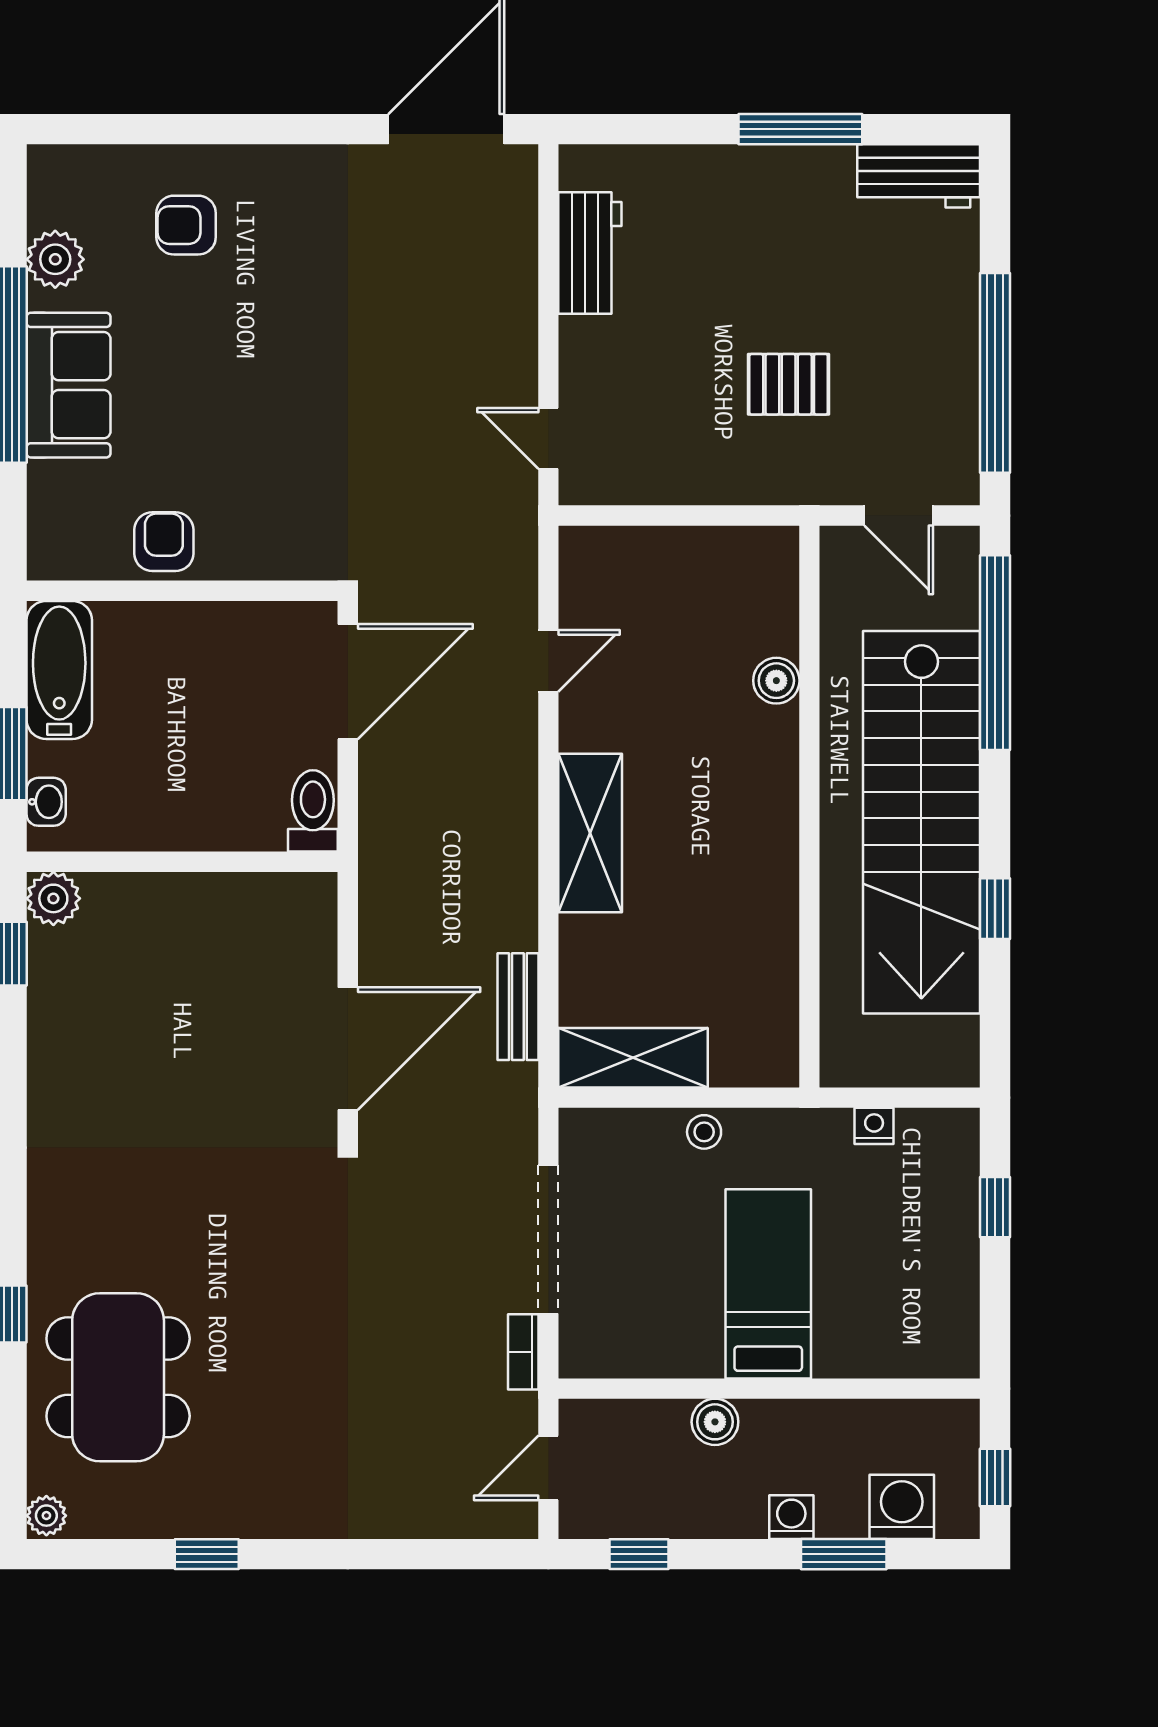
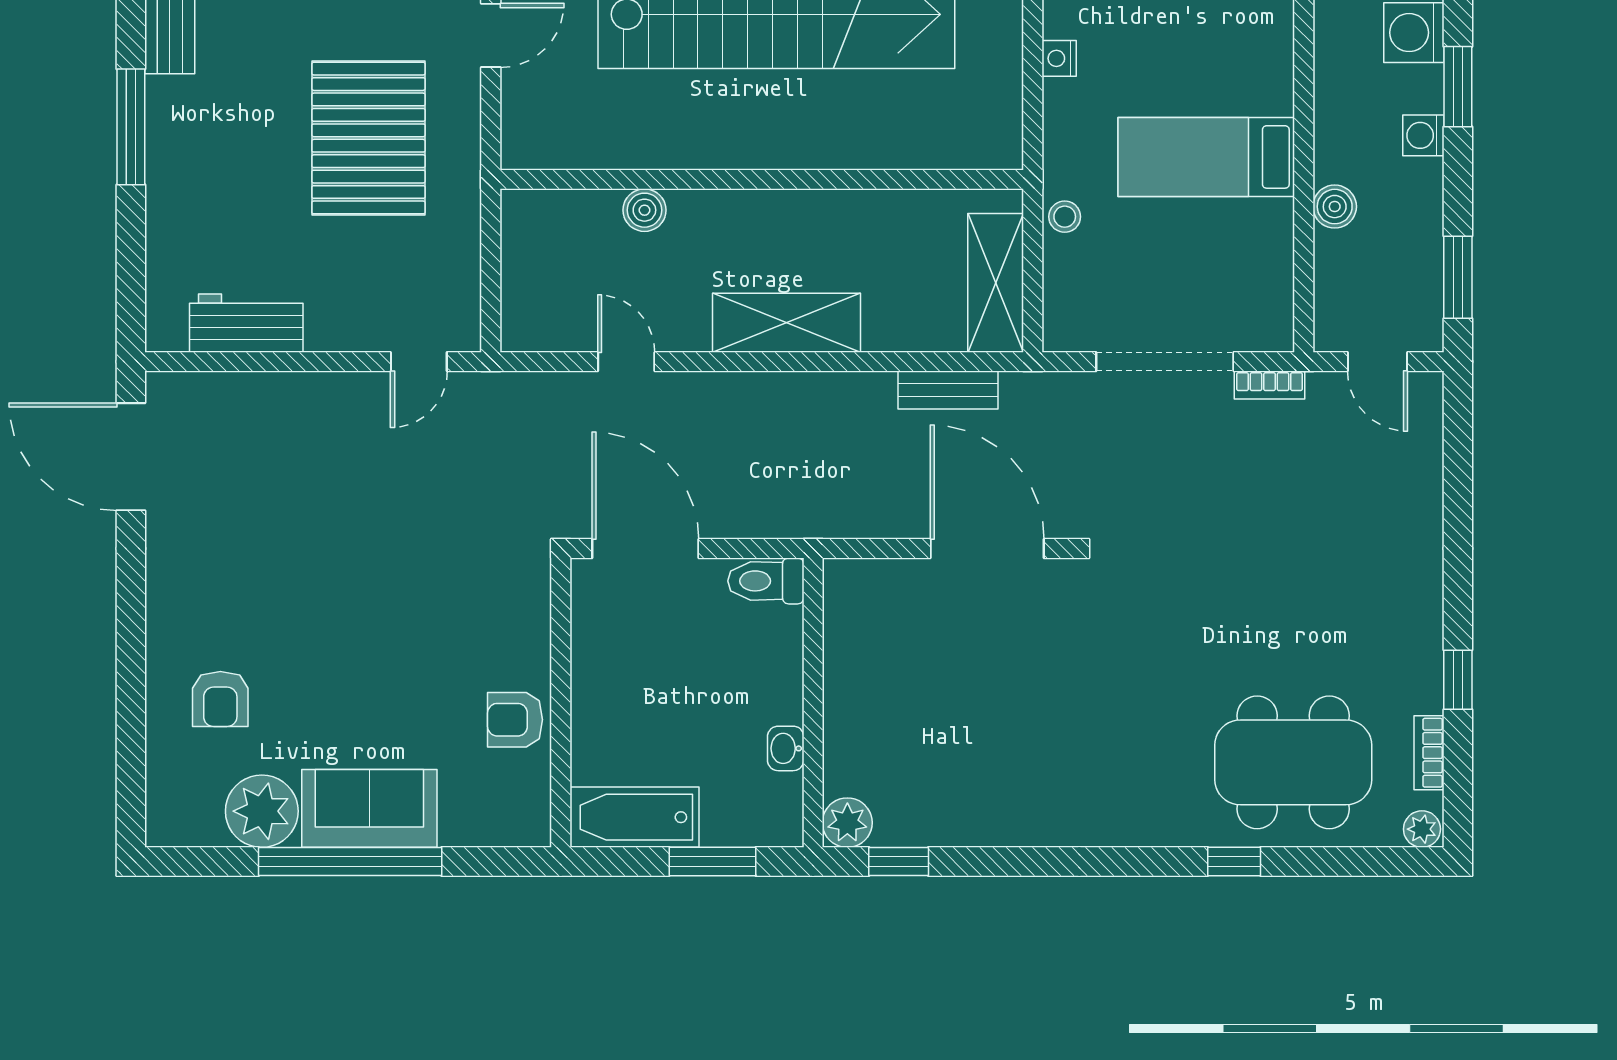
plant: (55, 259) -> (262, 811), width x1.36, depth x1.36
pallet: (789, 384) -> (368, 138), width x2.05, depth x2.00
boiler: (776, 681) -> (644, 210), moved
washbasin: (46, 802) -> (786, 748), moved, turned -90
wall: (809, 807) -> (762, 179), moved
bookcase: (128, 1523) -> (1429, 753), added
window: (639, 1554) -> (1458, 277), width x1.50

